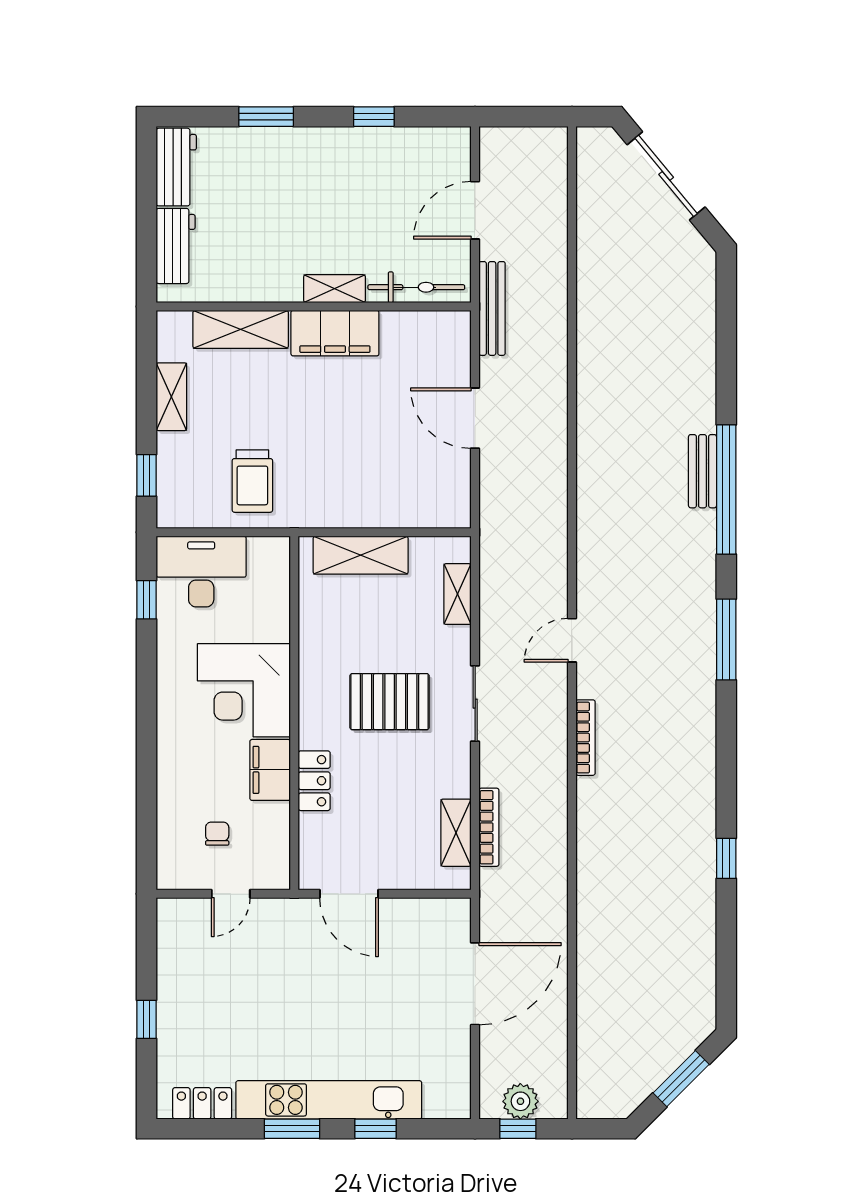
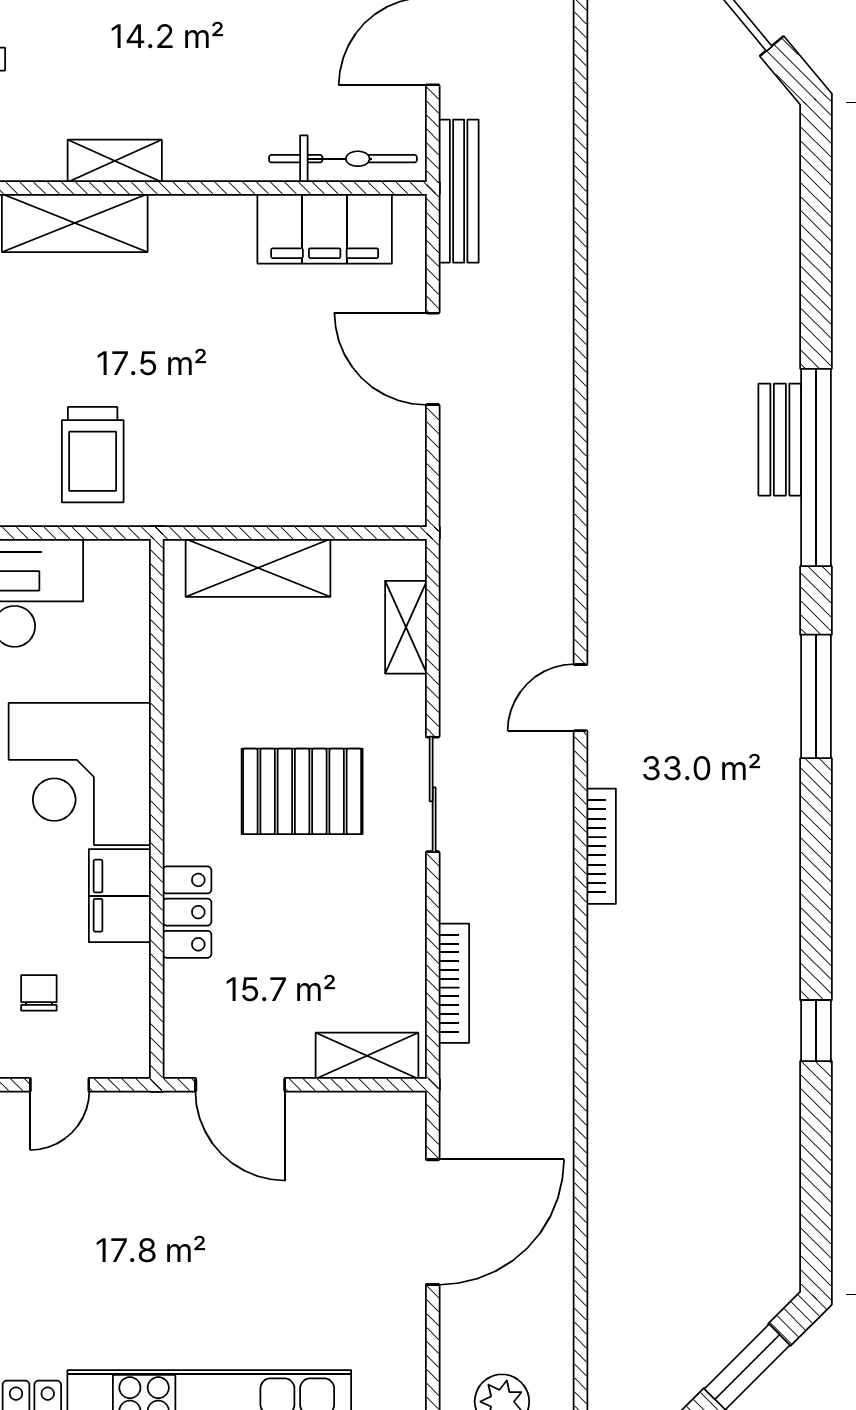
shelving: (335, 289) -> (115, 161), moved
filing cabinet: (335, 333) -> (325, 229), moved
shelving: (456, 833) -> (367, 1056), moved, turned 90

